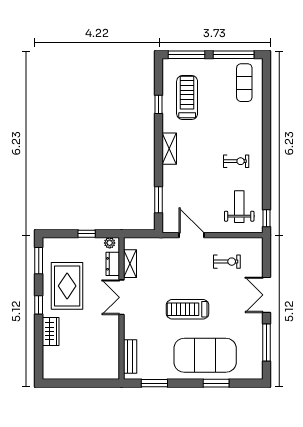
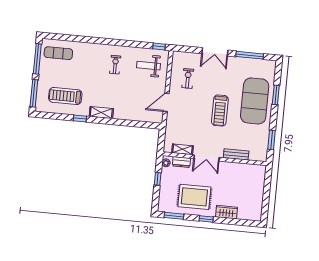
window: (158, 104) -> (80, 118), moved
window: (158, 200) -> (138, 124), removed
bench: (130, 357) -> (236, 154), moved

